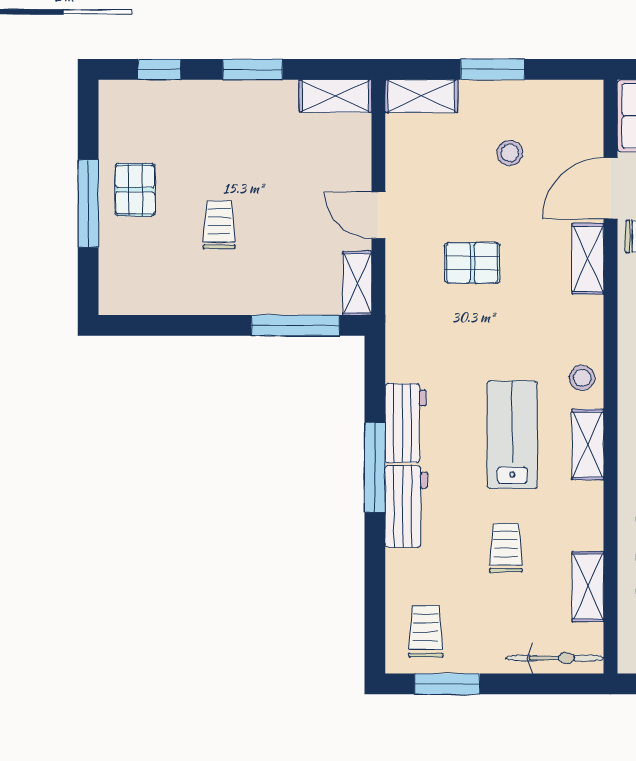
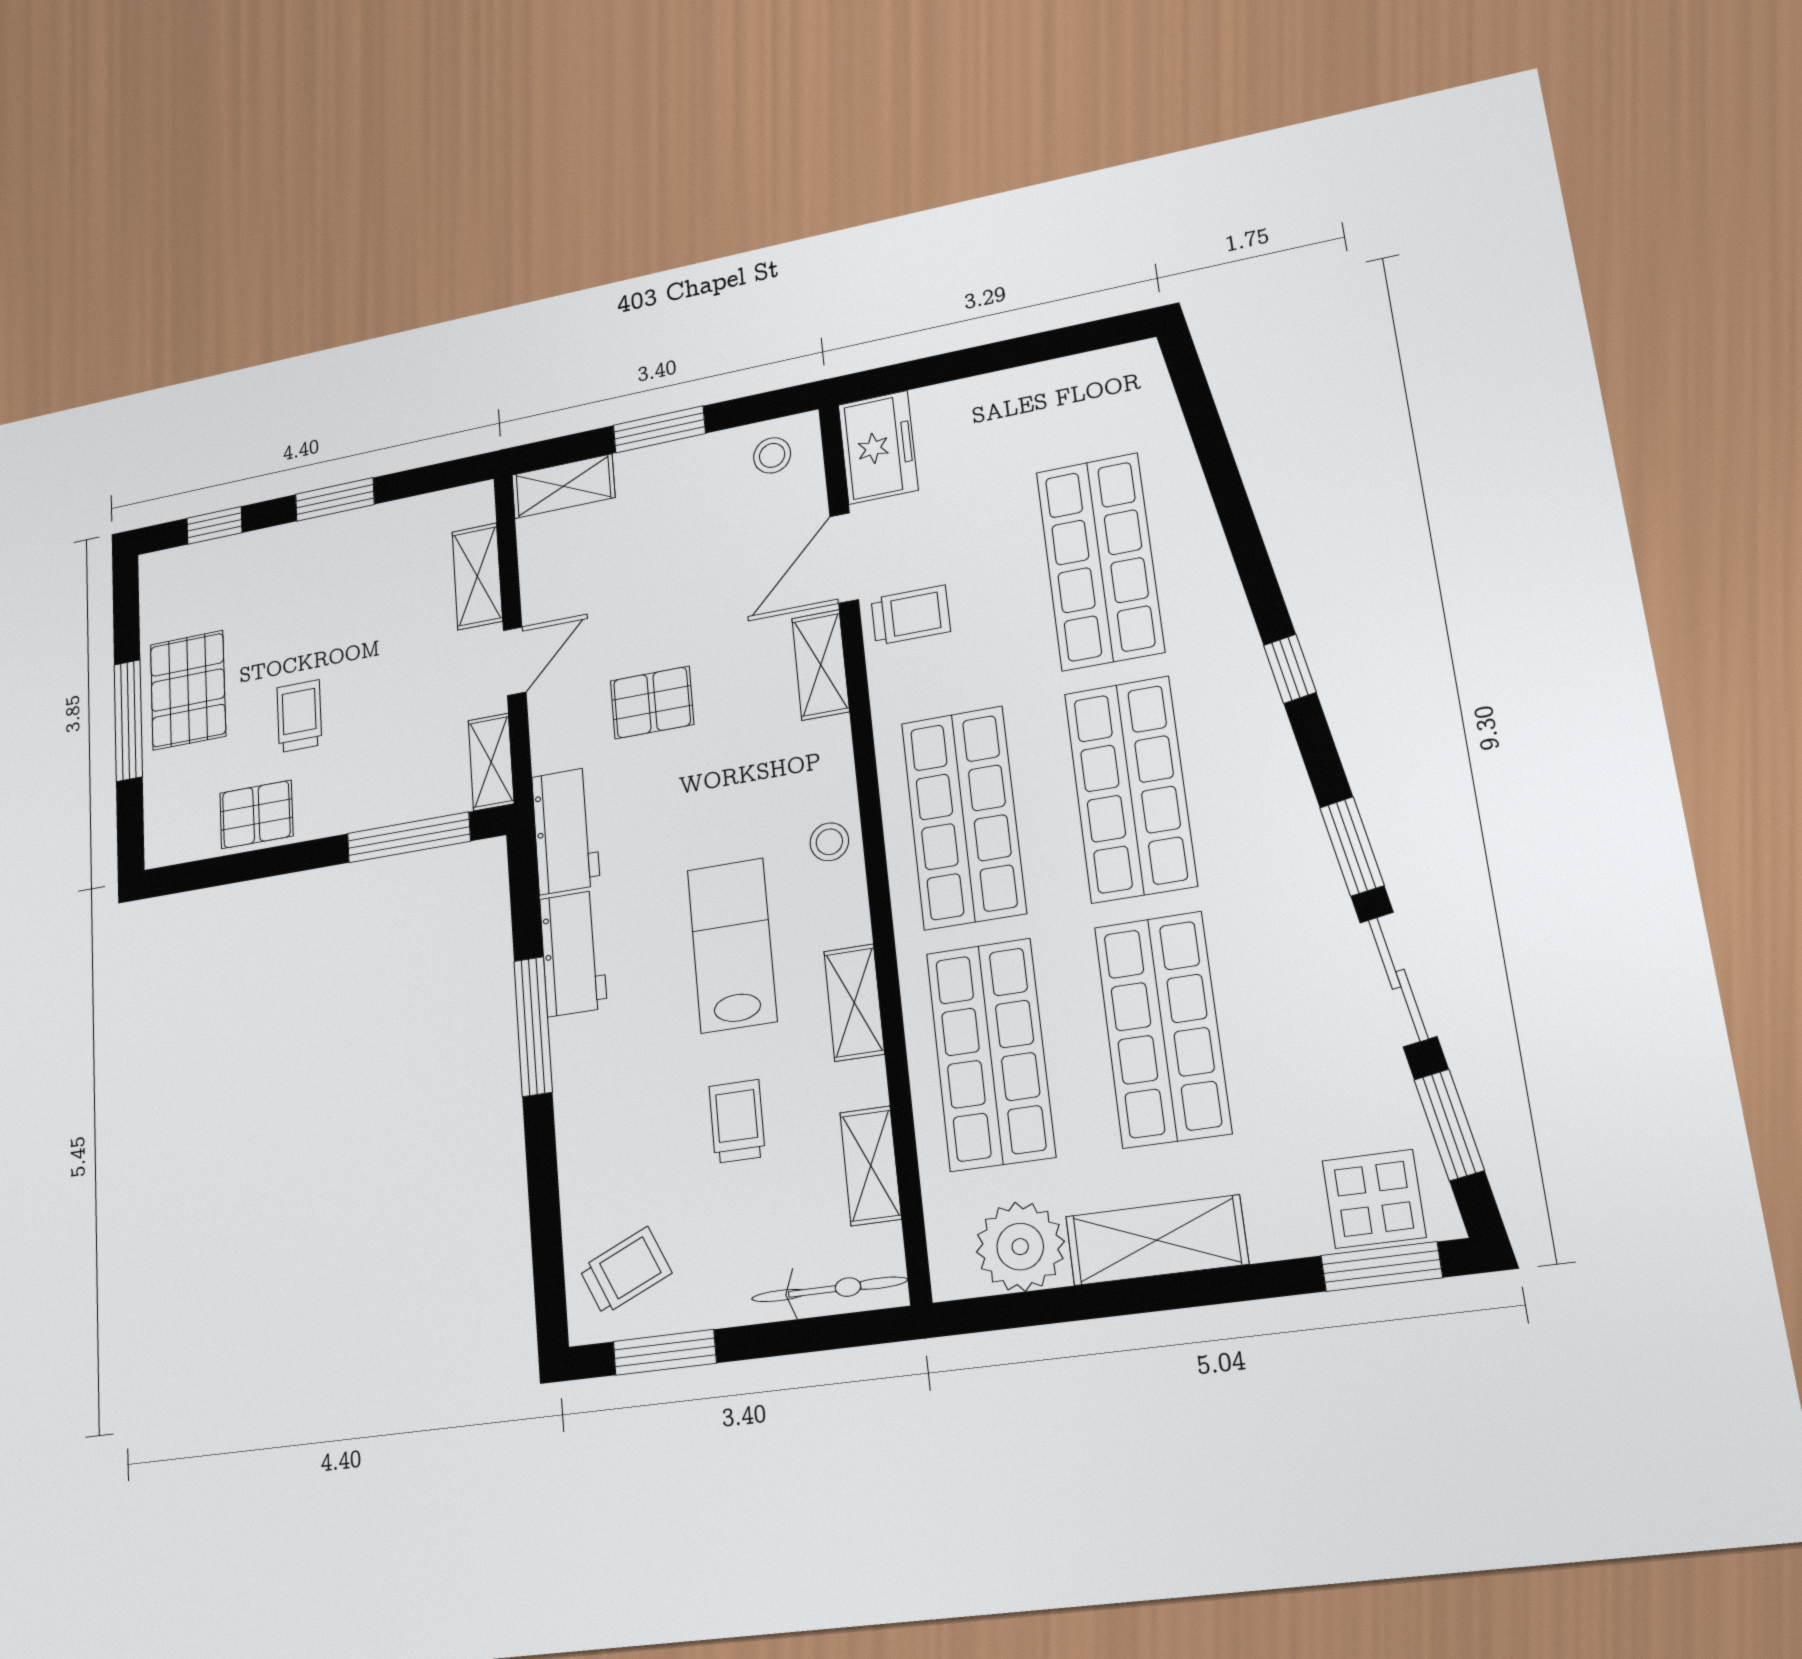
shelving: (335, 96) -> (477, 576), moved, turned 90
stool: (510, 153) -> (772, 455), moved
pallet: (135, 190) -> (188, 690), width x1.50, depth x1.42
door: (378, 215) -> (515, 661), swing flipped
pallet: (184, 290) -> (256, 814), added
shelving: (588, 444) -> (854, 1003), moved
workbench: (406, 506) -> (566, 831), moved
trolley: (426, 631) -> (625, 1271), turned 66

